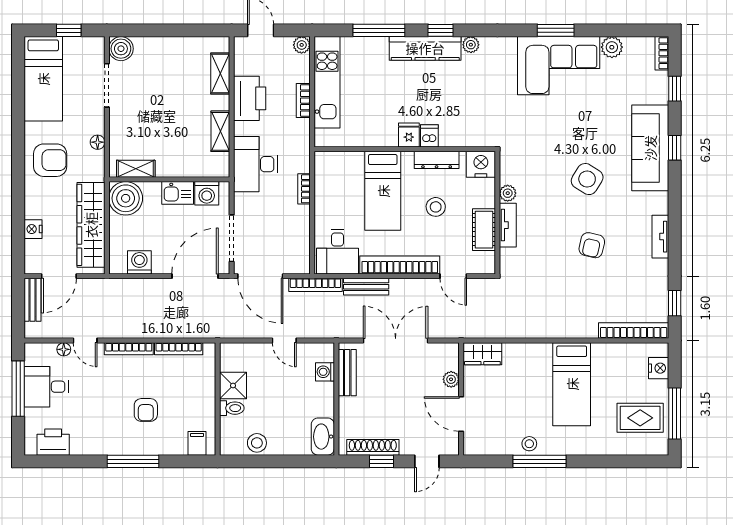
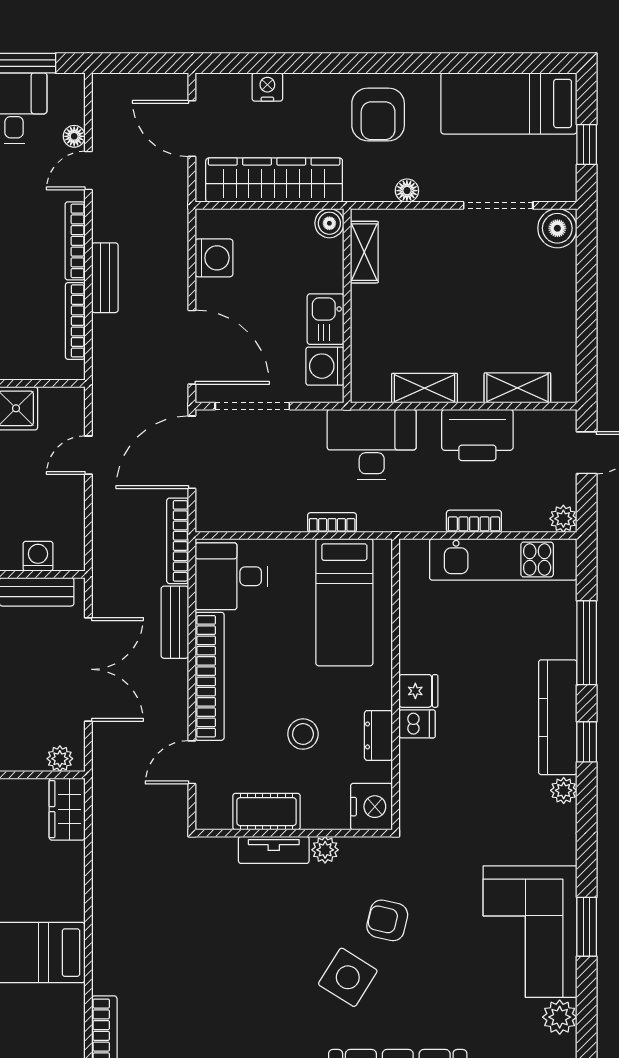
dresser: (437, 160) -> (378, 735), width x0.70
bed: (383, 191) -> (344, 602), moved, turned -90
boiler: (126, 198) -> (329, 223), width x0.54, depth x0.54
armchair: (592, 245) -> (387, 920), moved
bench: (33, 300) -> (105, 278), moved, turned 90
door: (284, 341) -> (88, 455), moved
plant: (451, 379) -> (60, 759), moved

